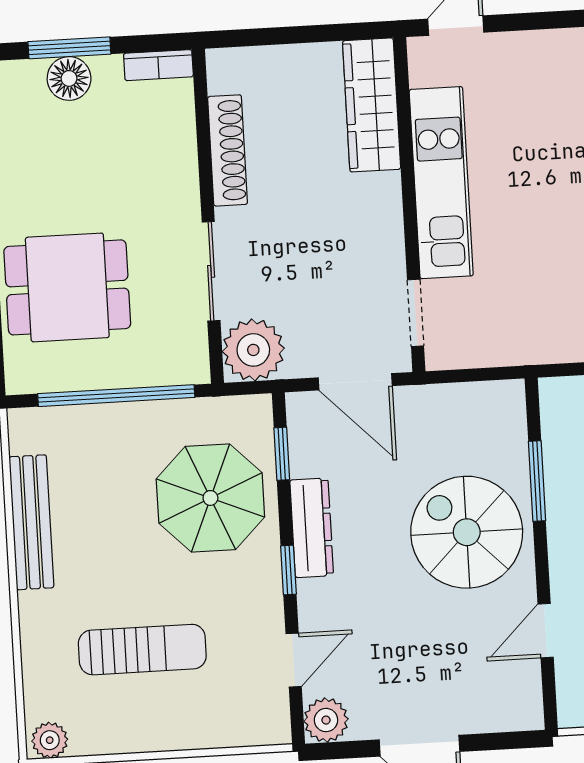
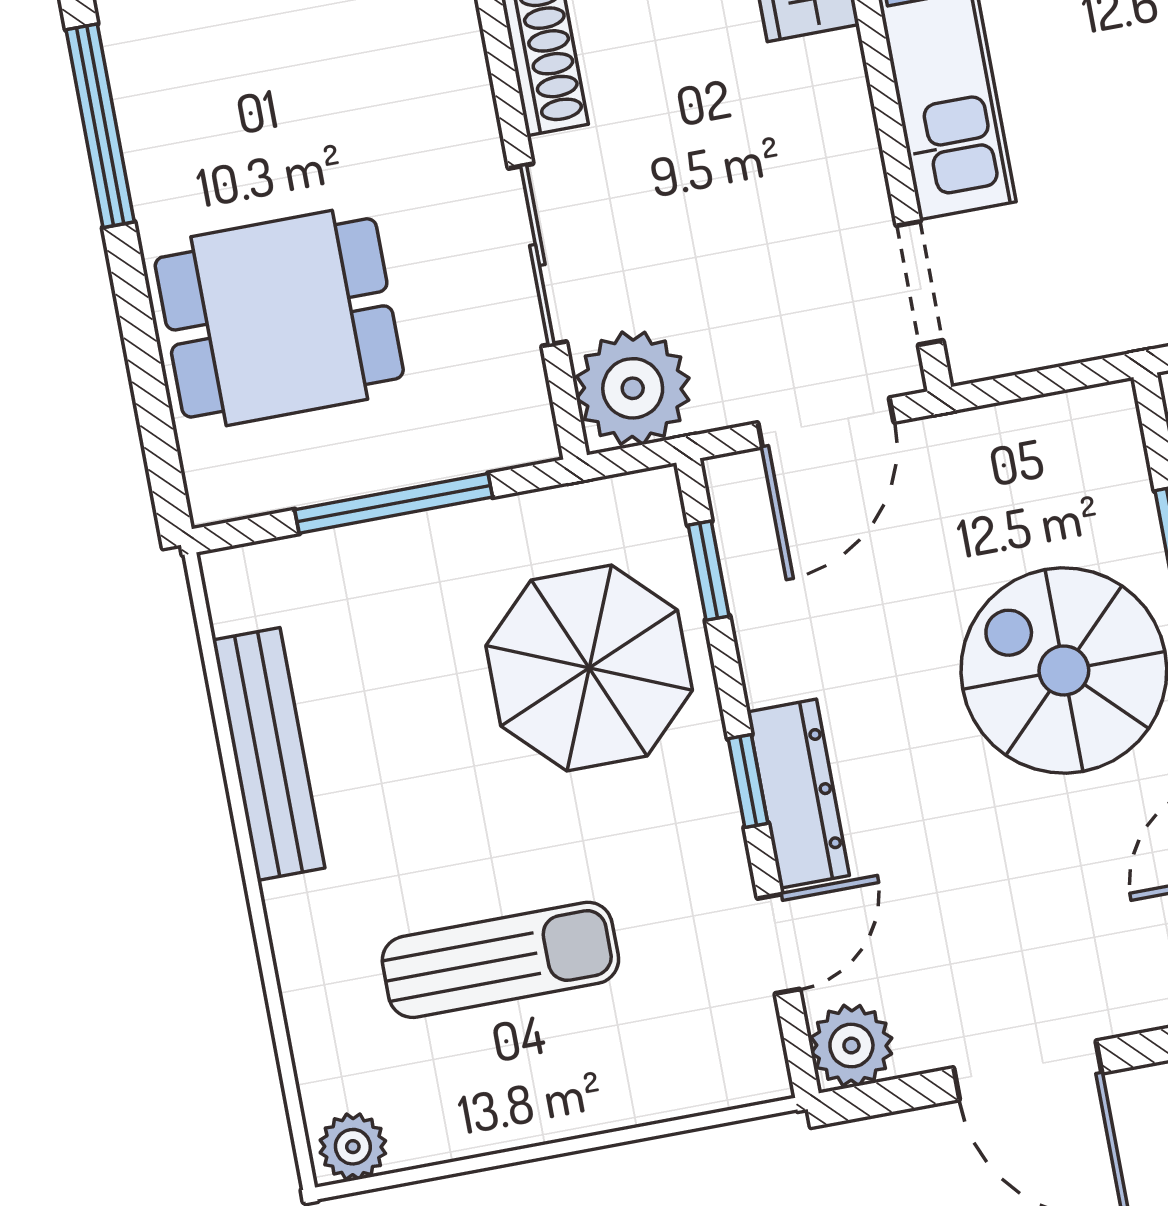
door: (355, 382) -> (826, 423), hinge flipped
window: (116, 396) -> (394, 503), width x0.68
dresser: (312, 528) -> (798, 794), moved

